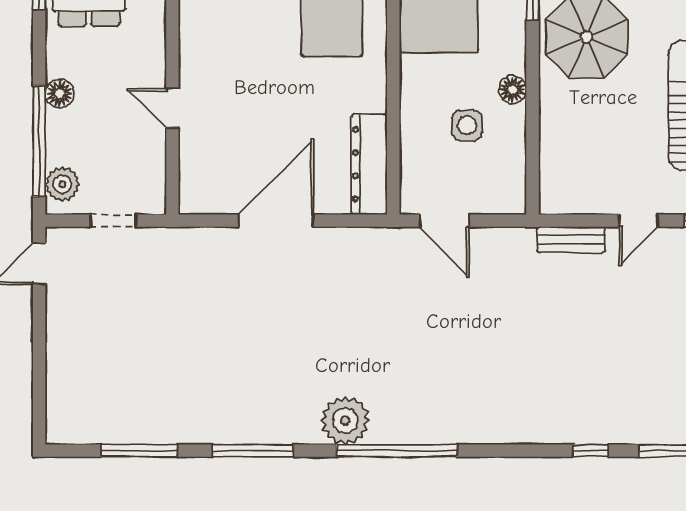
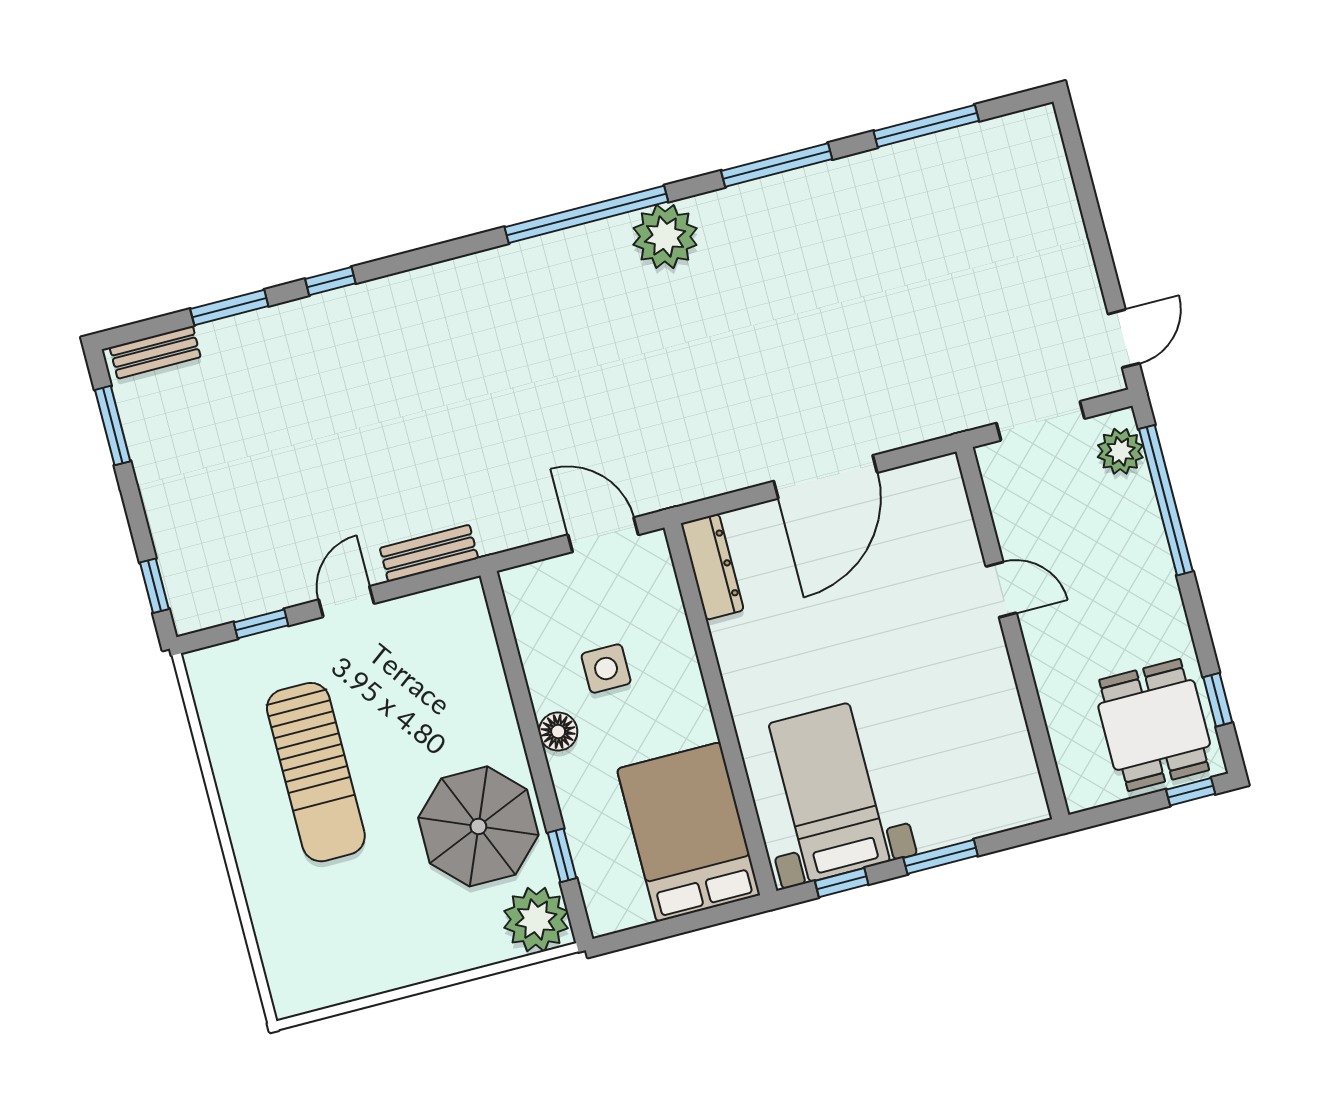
floor lamp: (60, 94) -> (1155, 570), removed
dresser: (369, 164) -> (712, 567), width x0.73, depth x0.80
doorway: (113, 221) -> (1040, 421), width x1.38

